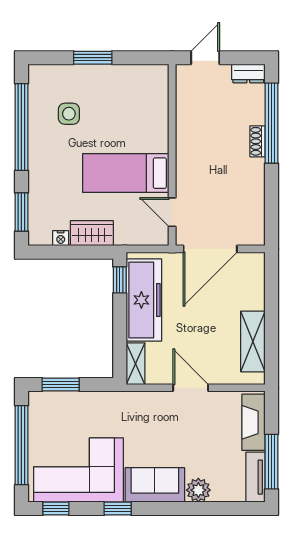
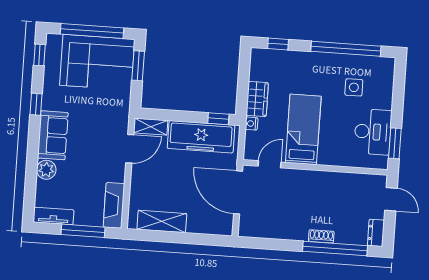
window: (93, 58) -> (395, 143), moved
desk: (123, 86) -> (373, 132), added
window: (21, 212) -> (278, 44), width x0.67
nightstand: (61, 238) -> (251, 124), moved
door: (191, 388) -> (130, 149), moved
fireplace: (253, 422) -> (114, 205), moved, turned -90
window: (271, 462) -> (83, 231), moved
corner sofa: (79, 470) -> (97, 62), moved, turned 90

